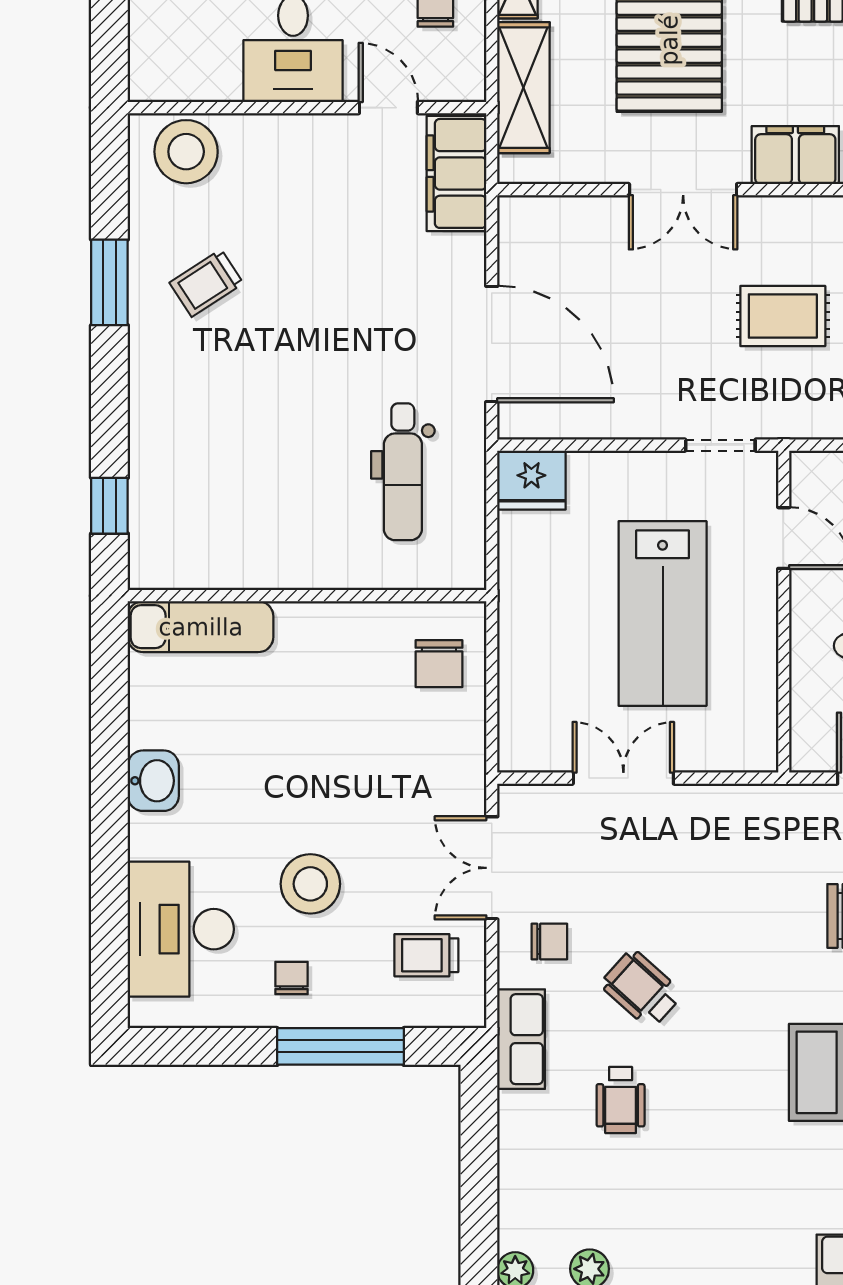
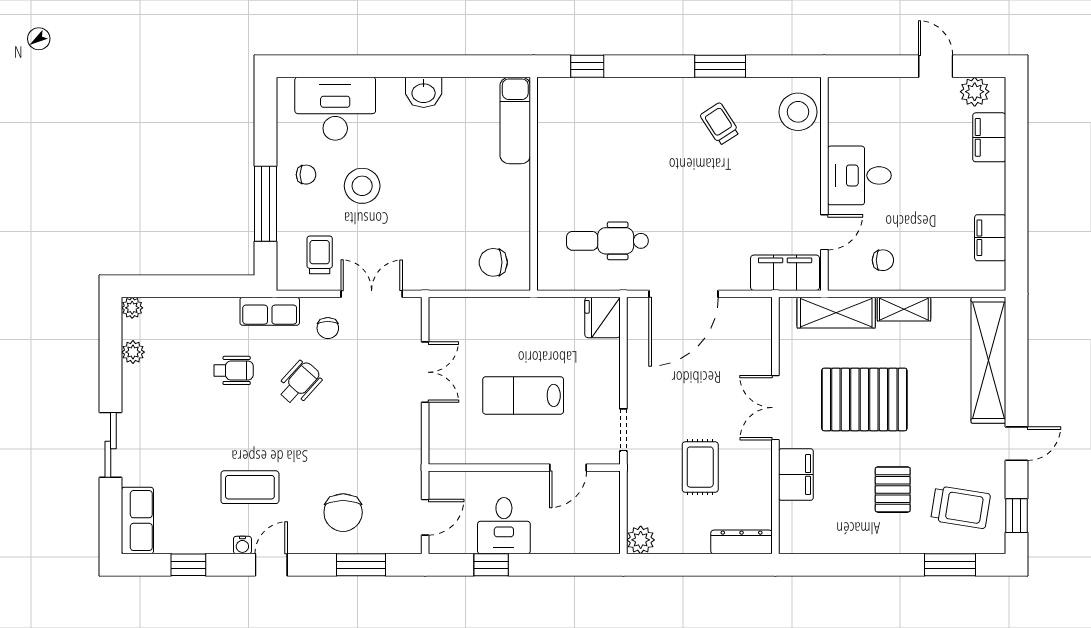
lab bench: (663, 614) -> (523, 395), width x0.73, depth x0.72
wheelchair: (621, 1100) -> (233, 370), turned 180

